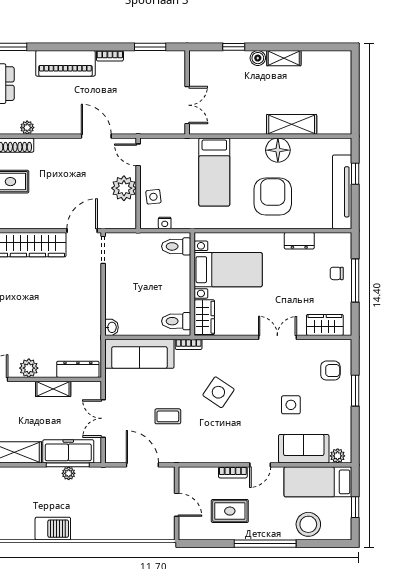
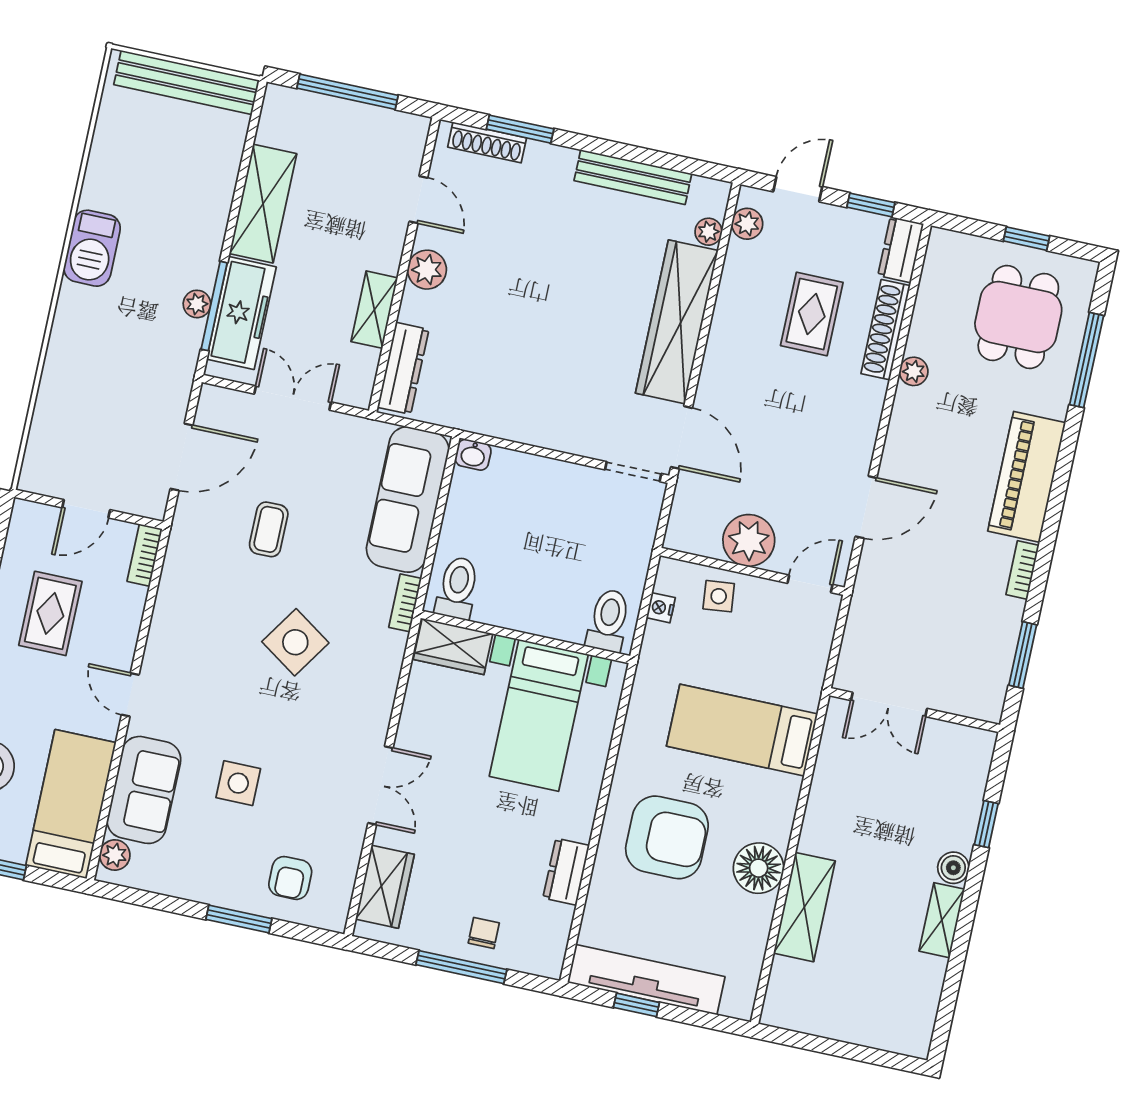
window: (355, 174) -> (636, 1005), moved
bookcase: (233, 472) -> (145, 555), moved

